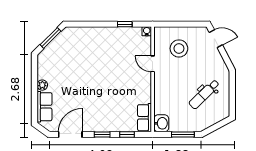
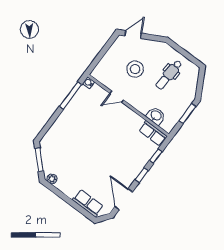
window: (125, 24) -> (71, 95), width x2.17
stool: (179, 48) -> (135, 69), moved
plant: (42, 85) -> (52, 179), moved
dental chair: (204, 94) -> (169, 75), turned 47
washbasin: (161, 123) -> (156, 116), moved

